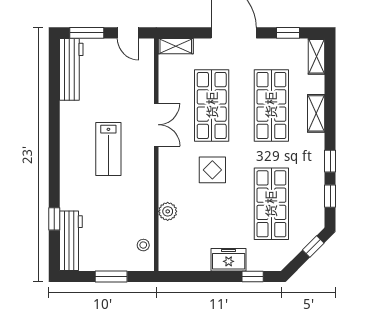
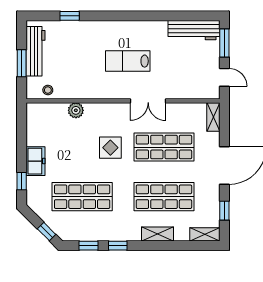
door: (128, 33) -> (224, 77), swing flipped
workbench: (71, 241) -> (36, 51), moved, turned -90

